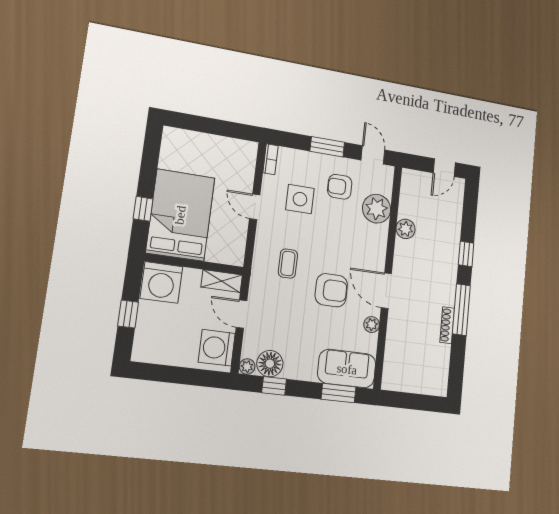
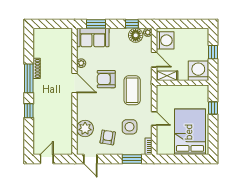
window: (327, 147) -> (132, 159), moved
armchair: (340, 187) -> (108, 137), turned -81
bed: (180, 215) -> (190, 132), moved, turned 180
plant: (406, 229) -> (67, 120), removed
coffee table: (288, 264) -> (132, 90), width x1.86, depth x1.72

